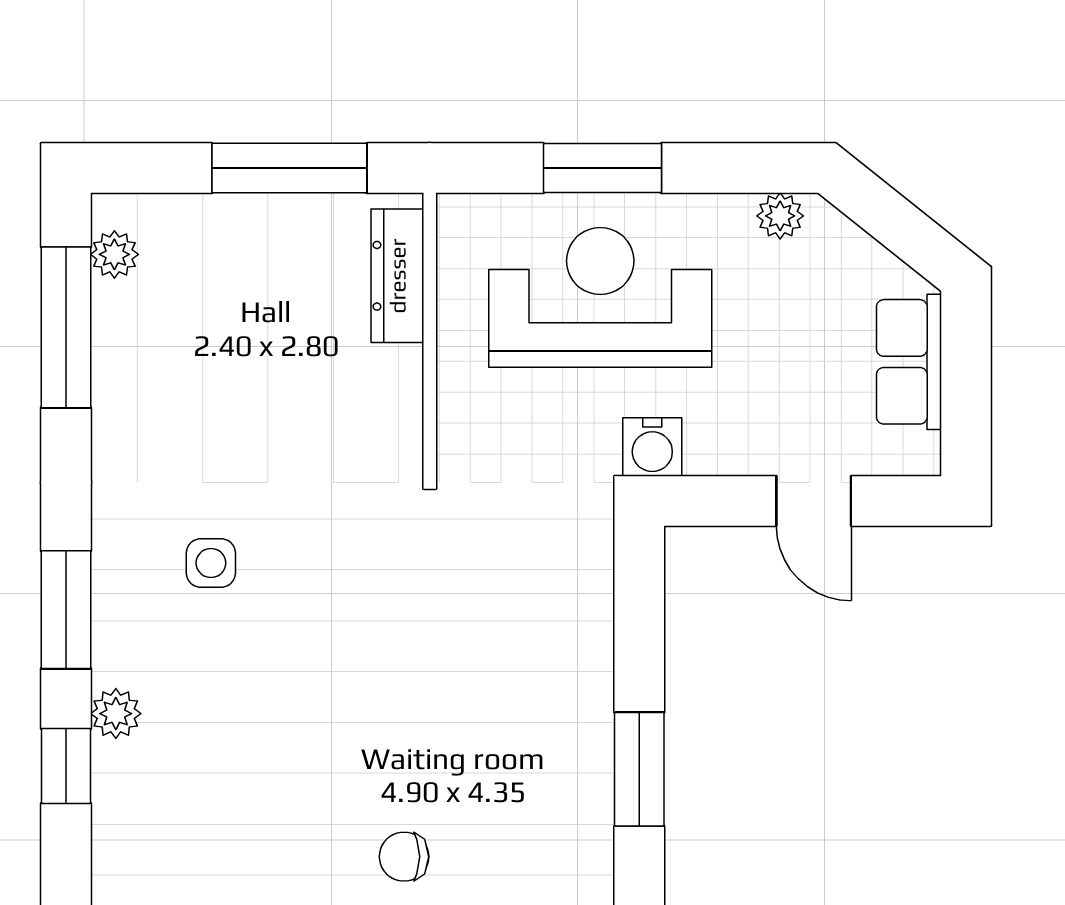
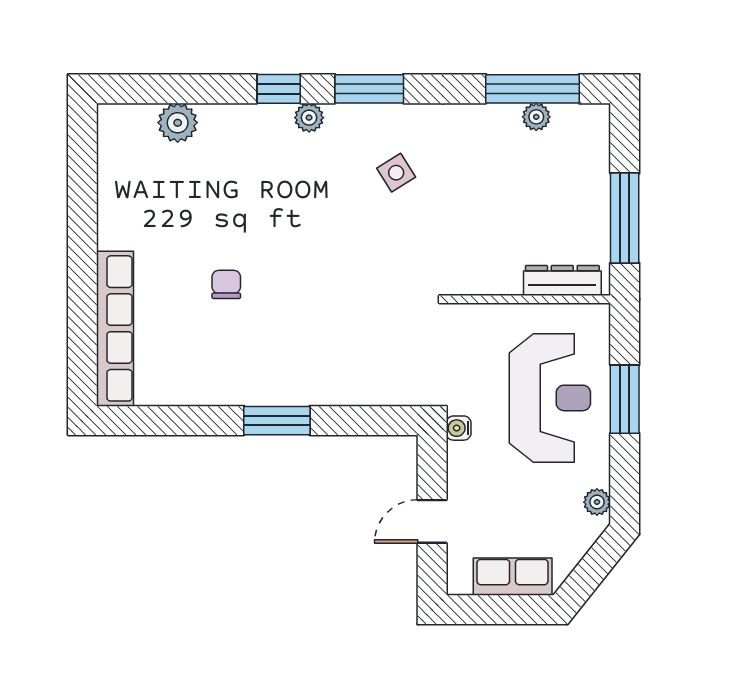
plant: (114, 254) -> (536, 117), moved
water cooler: (652, 447) -> (459, 428), width x0.72, depth x0.72
side table: (211, 563) -> (396, 173), turned -32

